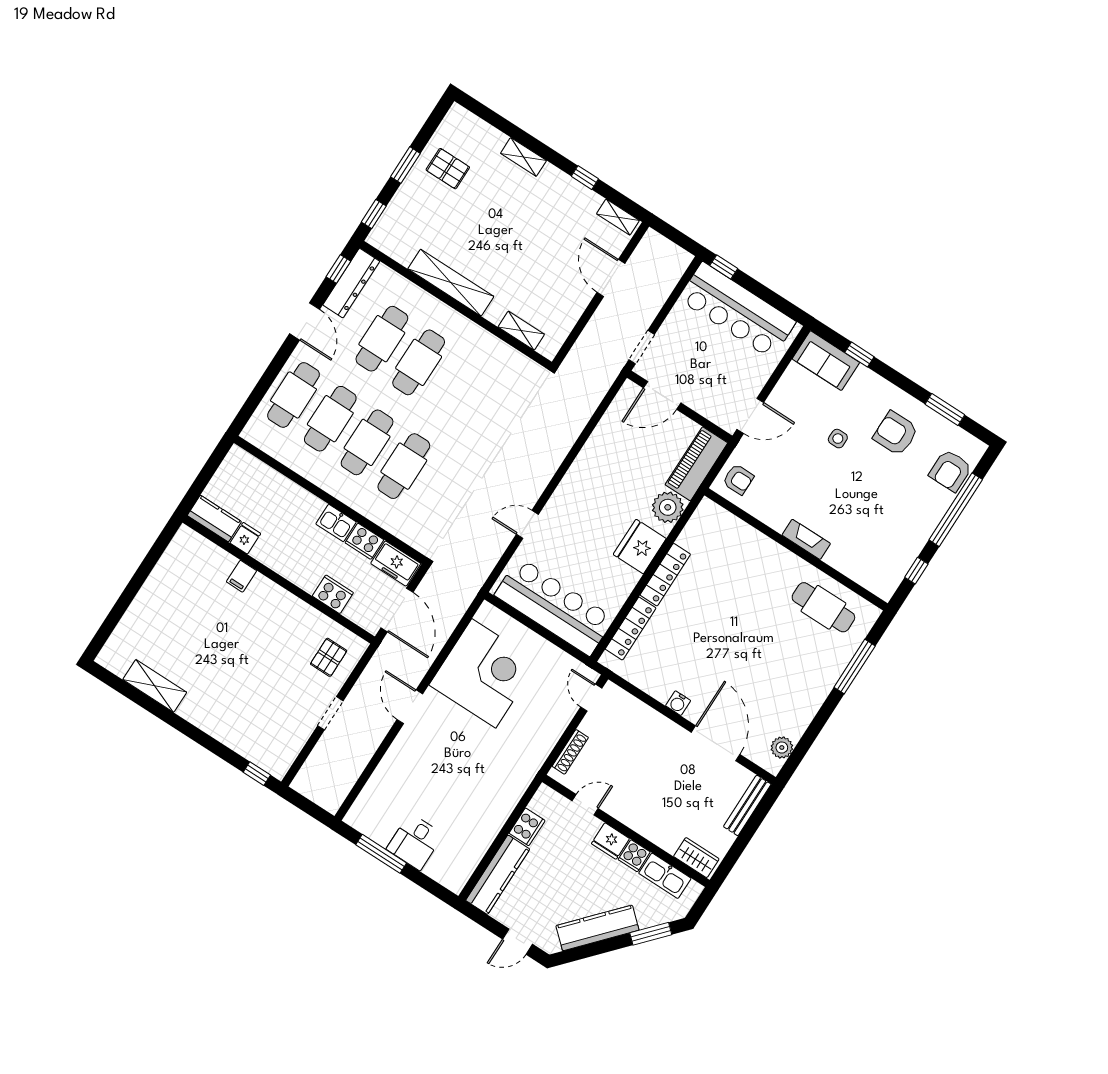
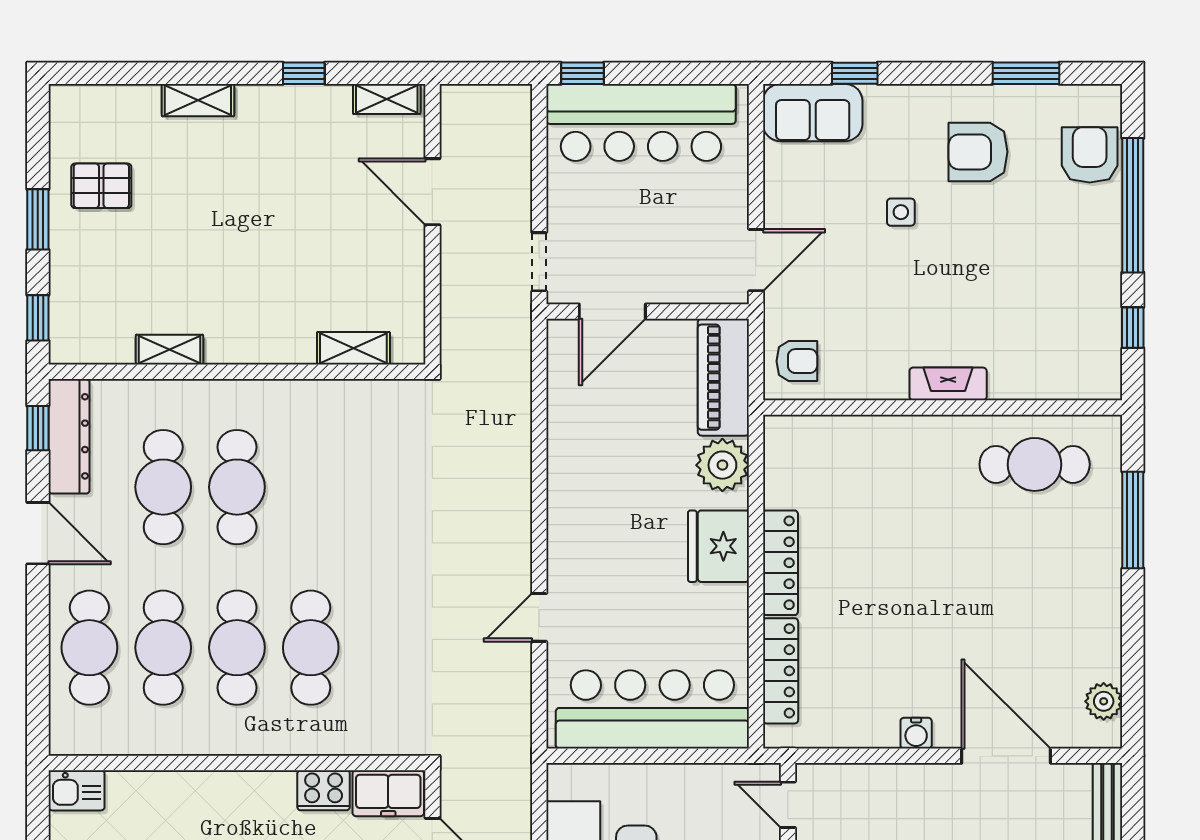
shelving: (451, 283) -> (170, 350), width x0.45, depth x0.75
armchair: (950, 471) -> (1090, 155), turned 180
kitchen sink: (336, 523) -> (76, 790), moved

